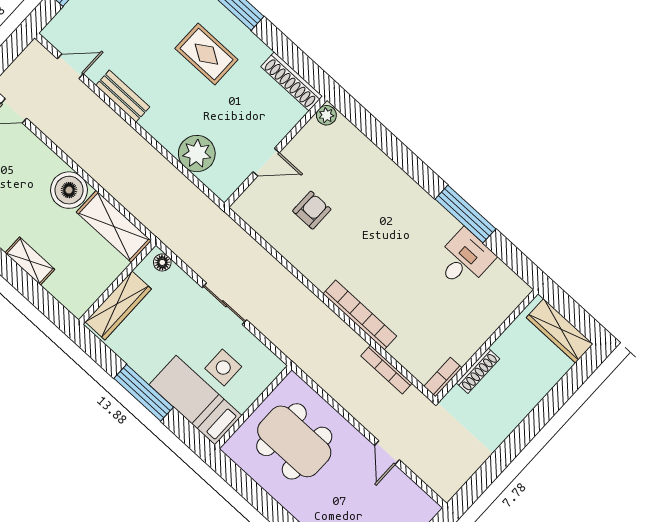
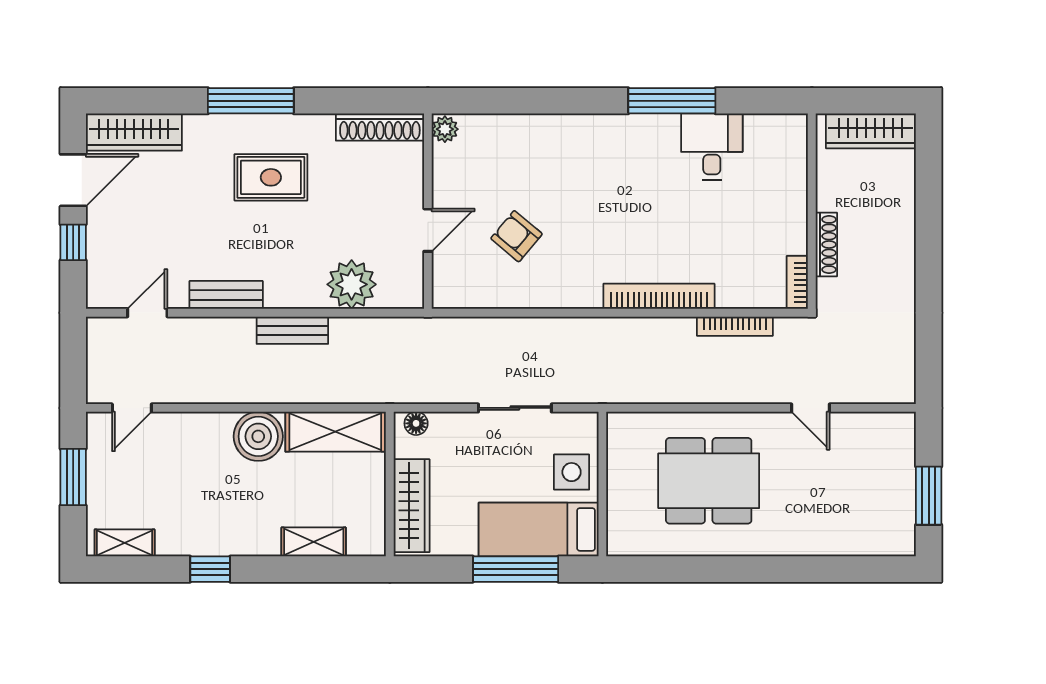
bench: (141, 149) -> (292, 330), added
armchair: (312, 210) -> (516, 236), turned -50
shelving: (30, 261) -> (314, 542), moved
bed: (195, 400) -> (539, 529), moved
wall: (253, 407) -> (602, 484), moved

